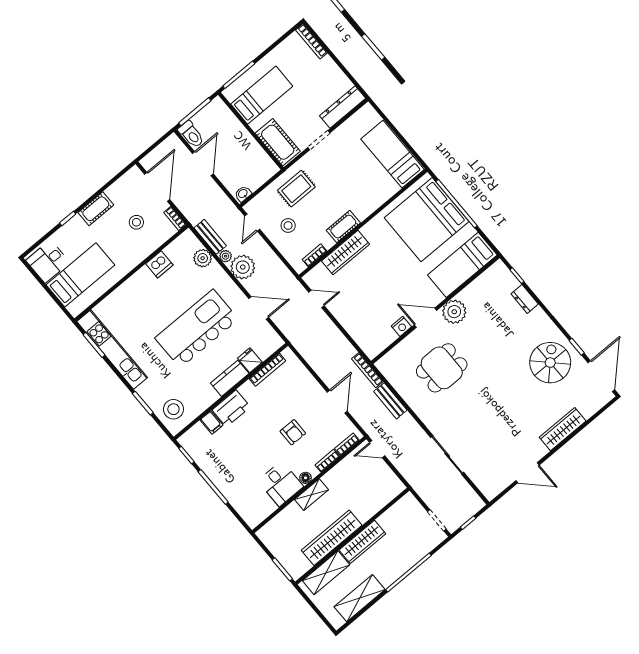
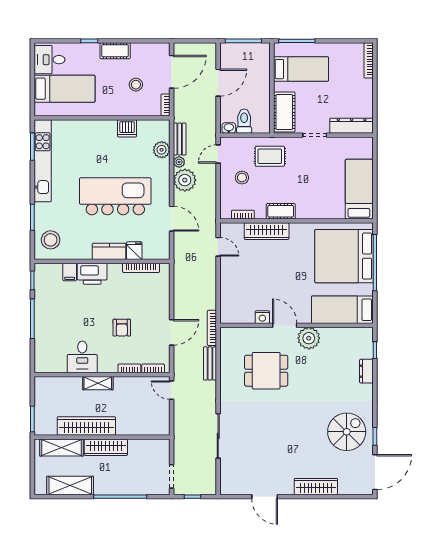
toilet: (191, 134) -> (244, 121), moved, turned 180
floor lamp: (306, 478) -> (104, 368), removed

